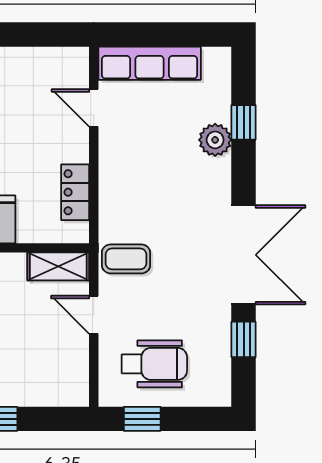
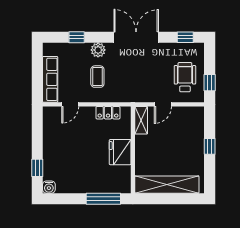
plant: (215, 140) -> (98, 50), moved
coffee table: (126, 259) -> (97, 77), moved
window: (244, 339) -> (185, 37), moved

